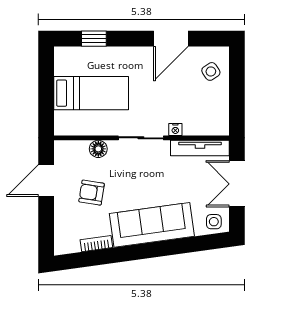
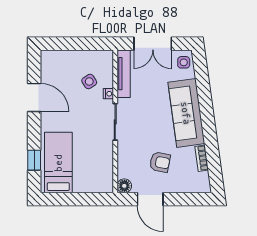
side table: (211, 71) -> (89, 81), moved
bed: (91, 93) -> (58, 163), moved
floor lamp: (98, 149) -> (124, 186), moved
armchair: (92, 193) -> (160, 162), turned -88

